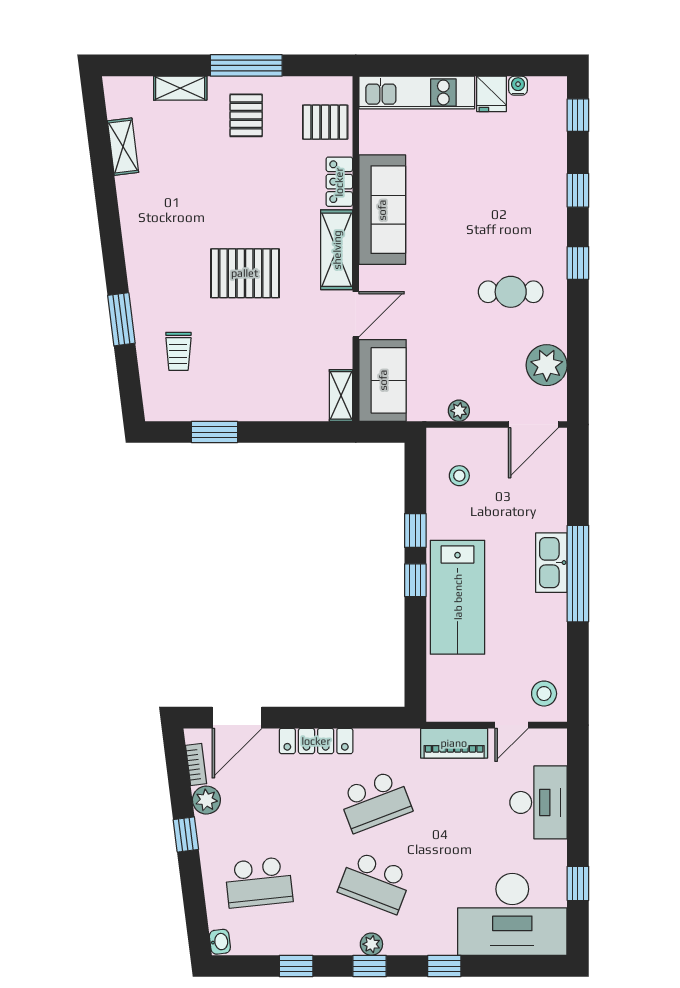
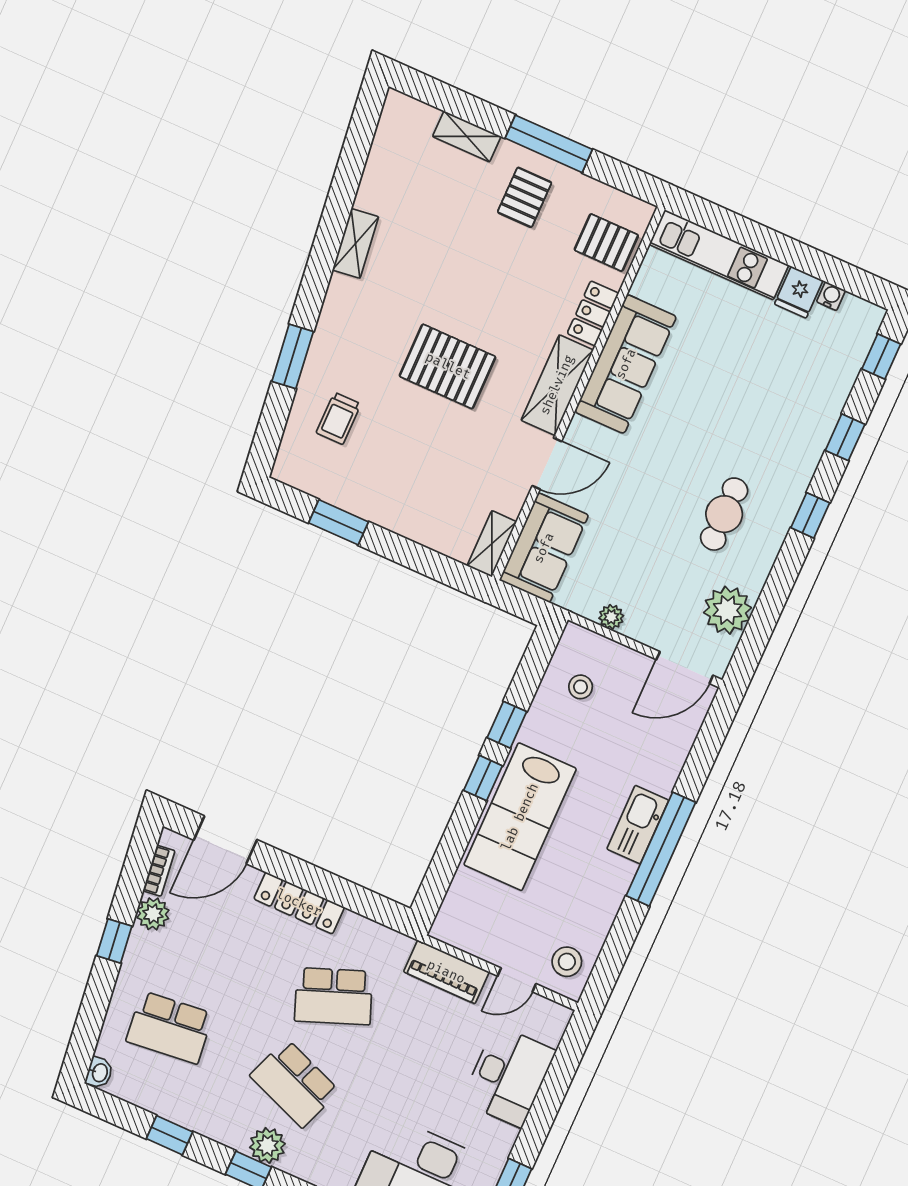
shelving: (123, 147) -> (355, 243), moved
cafe table: (511, 292) -> (724, 514), turned 90
plant: (371, 944) -> (267, 1146), width x1.38, depth x1.38

